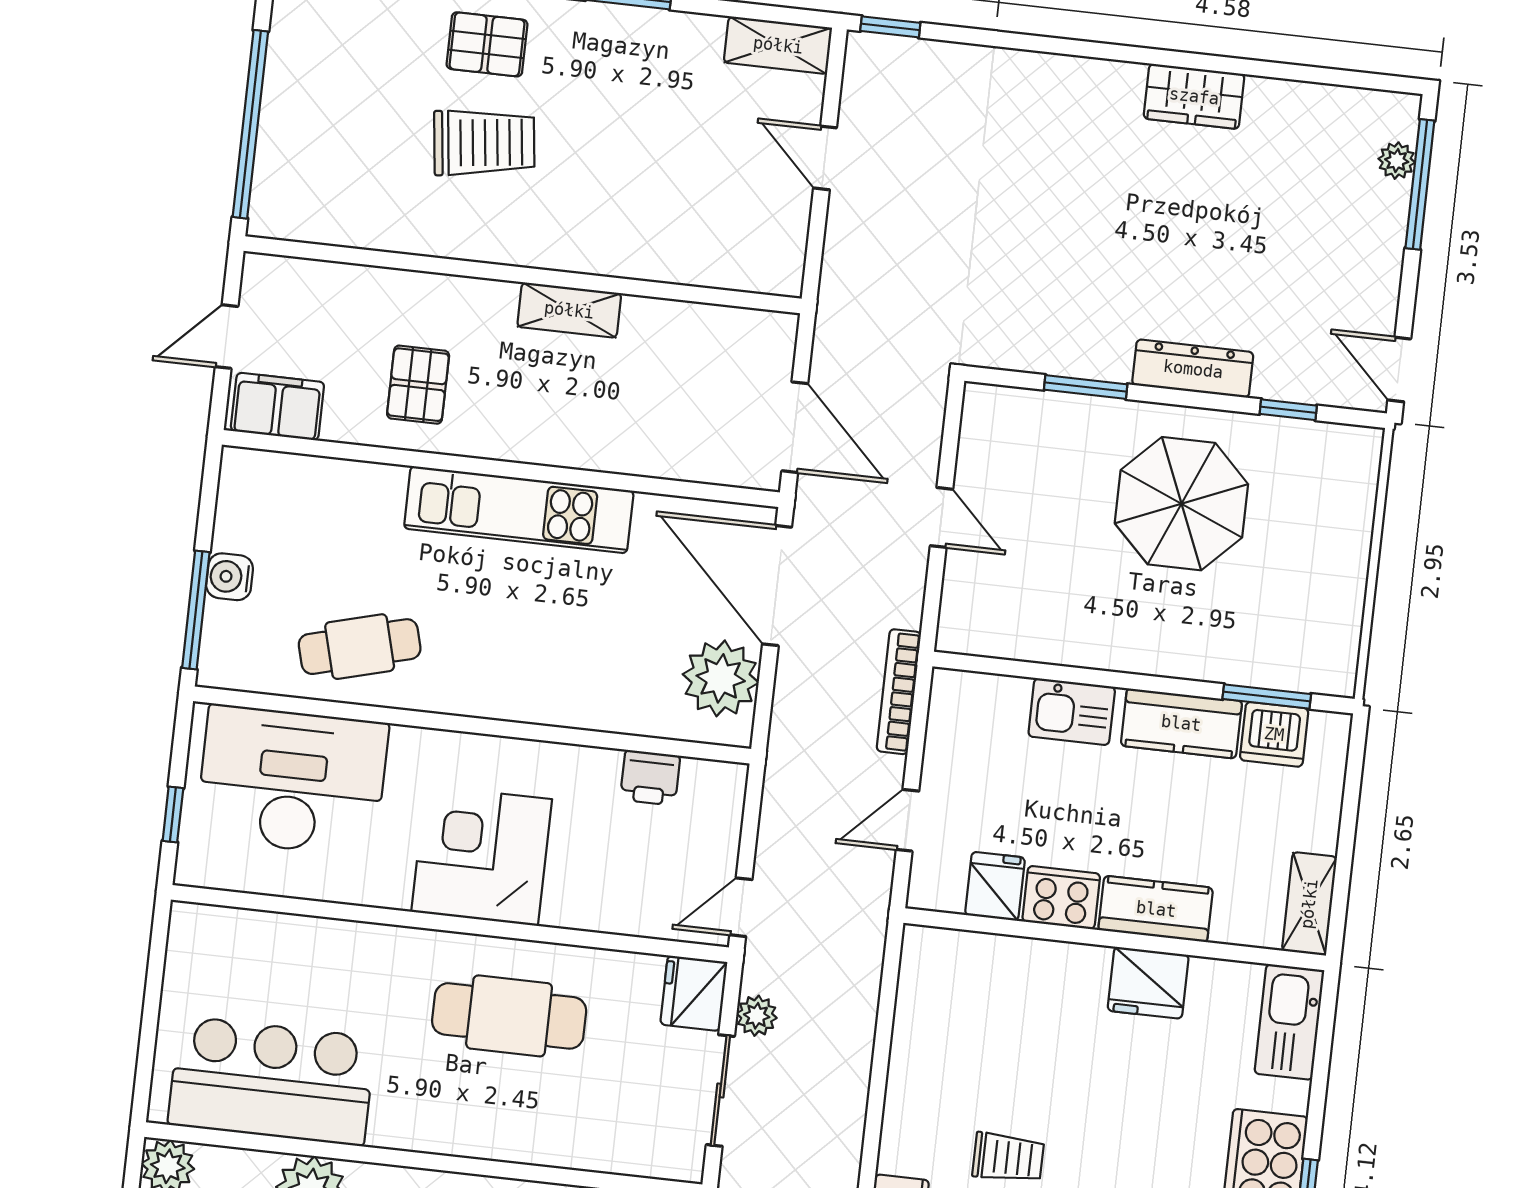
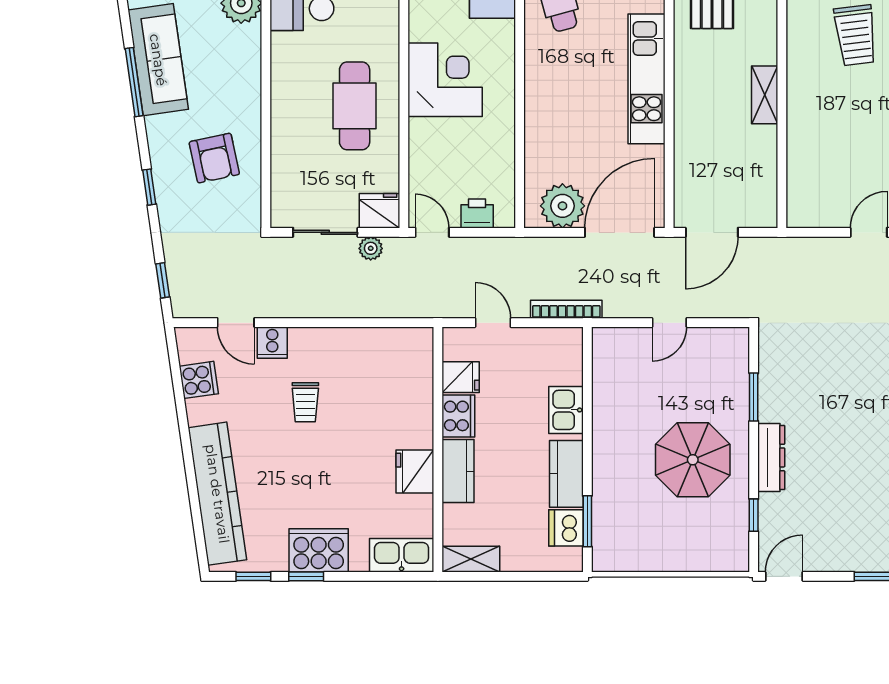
printer: (650, 778) -> (477, 213), moved, turned 90

